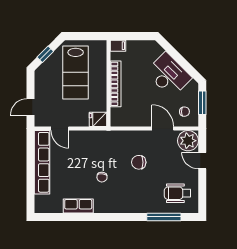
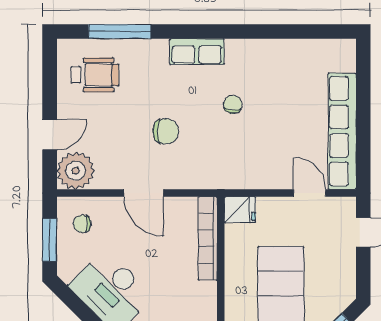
bookcase: (116, 84) -> (208, 238), moved
door: (163, 128) -> (144, 193), moved
door: (202, 161) -> (50, 134), hinge flipped
row of seats: (78, 206) -> (197, 52), moved

